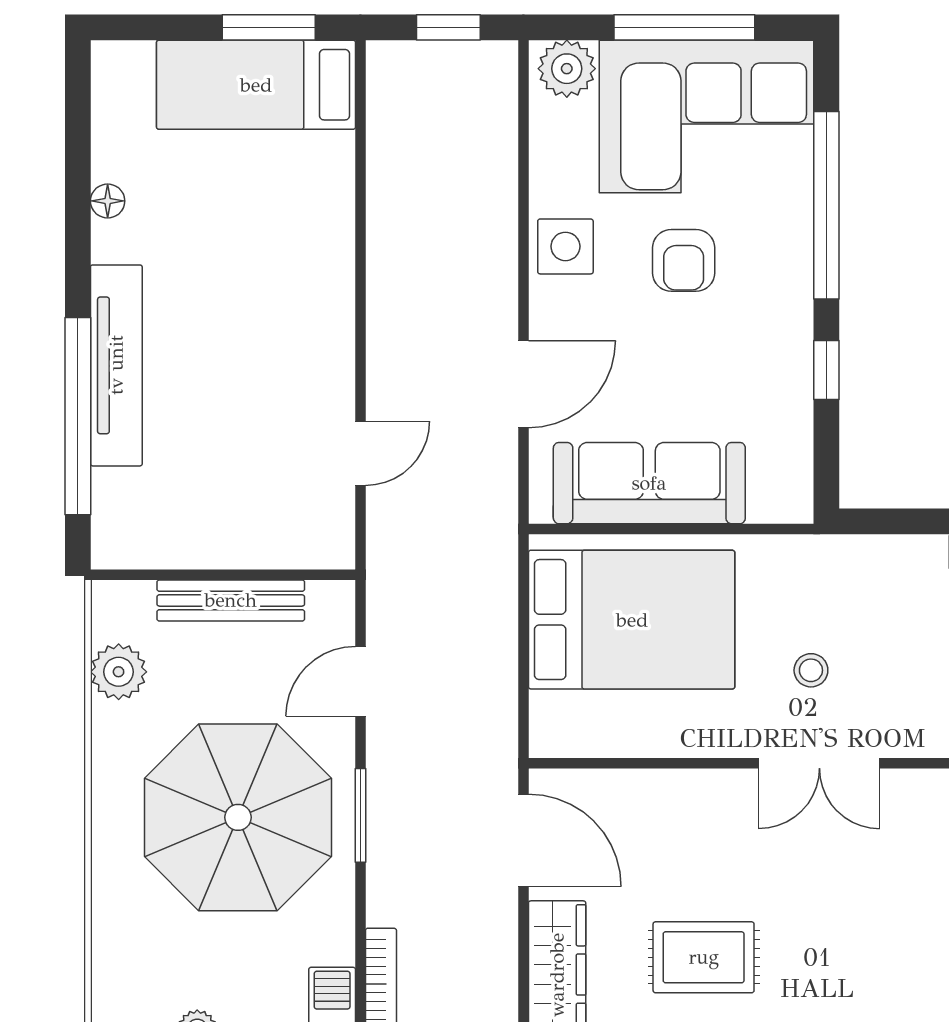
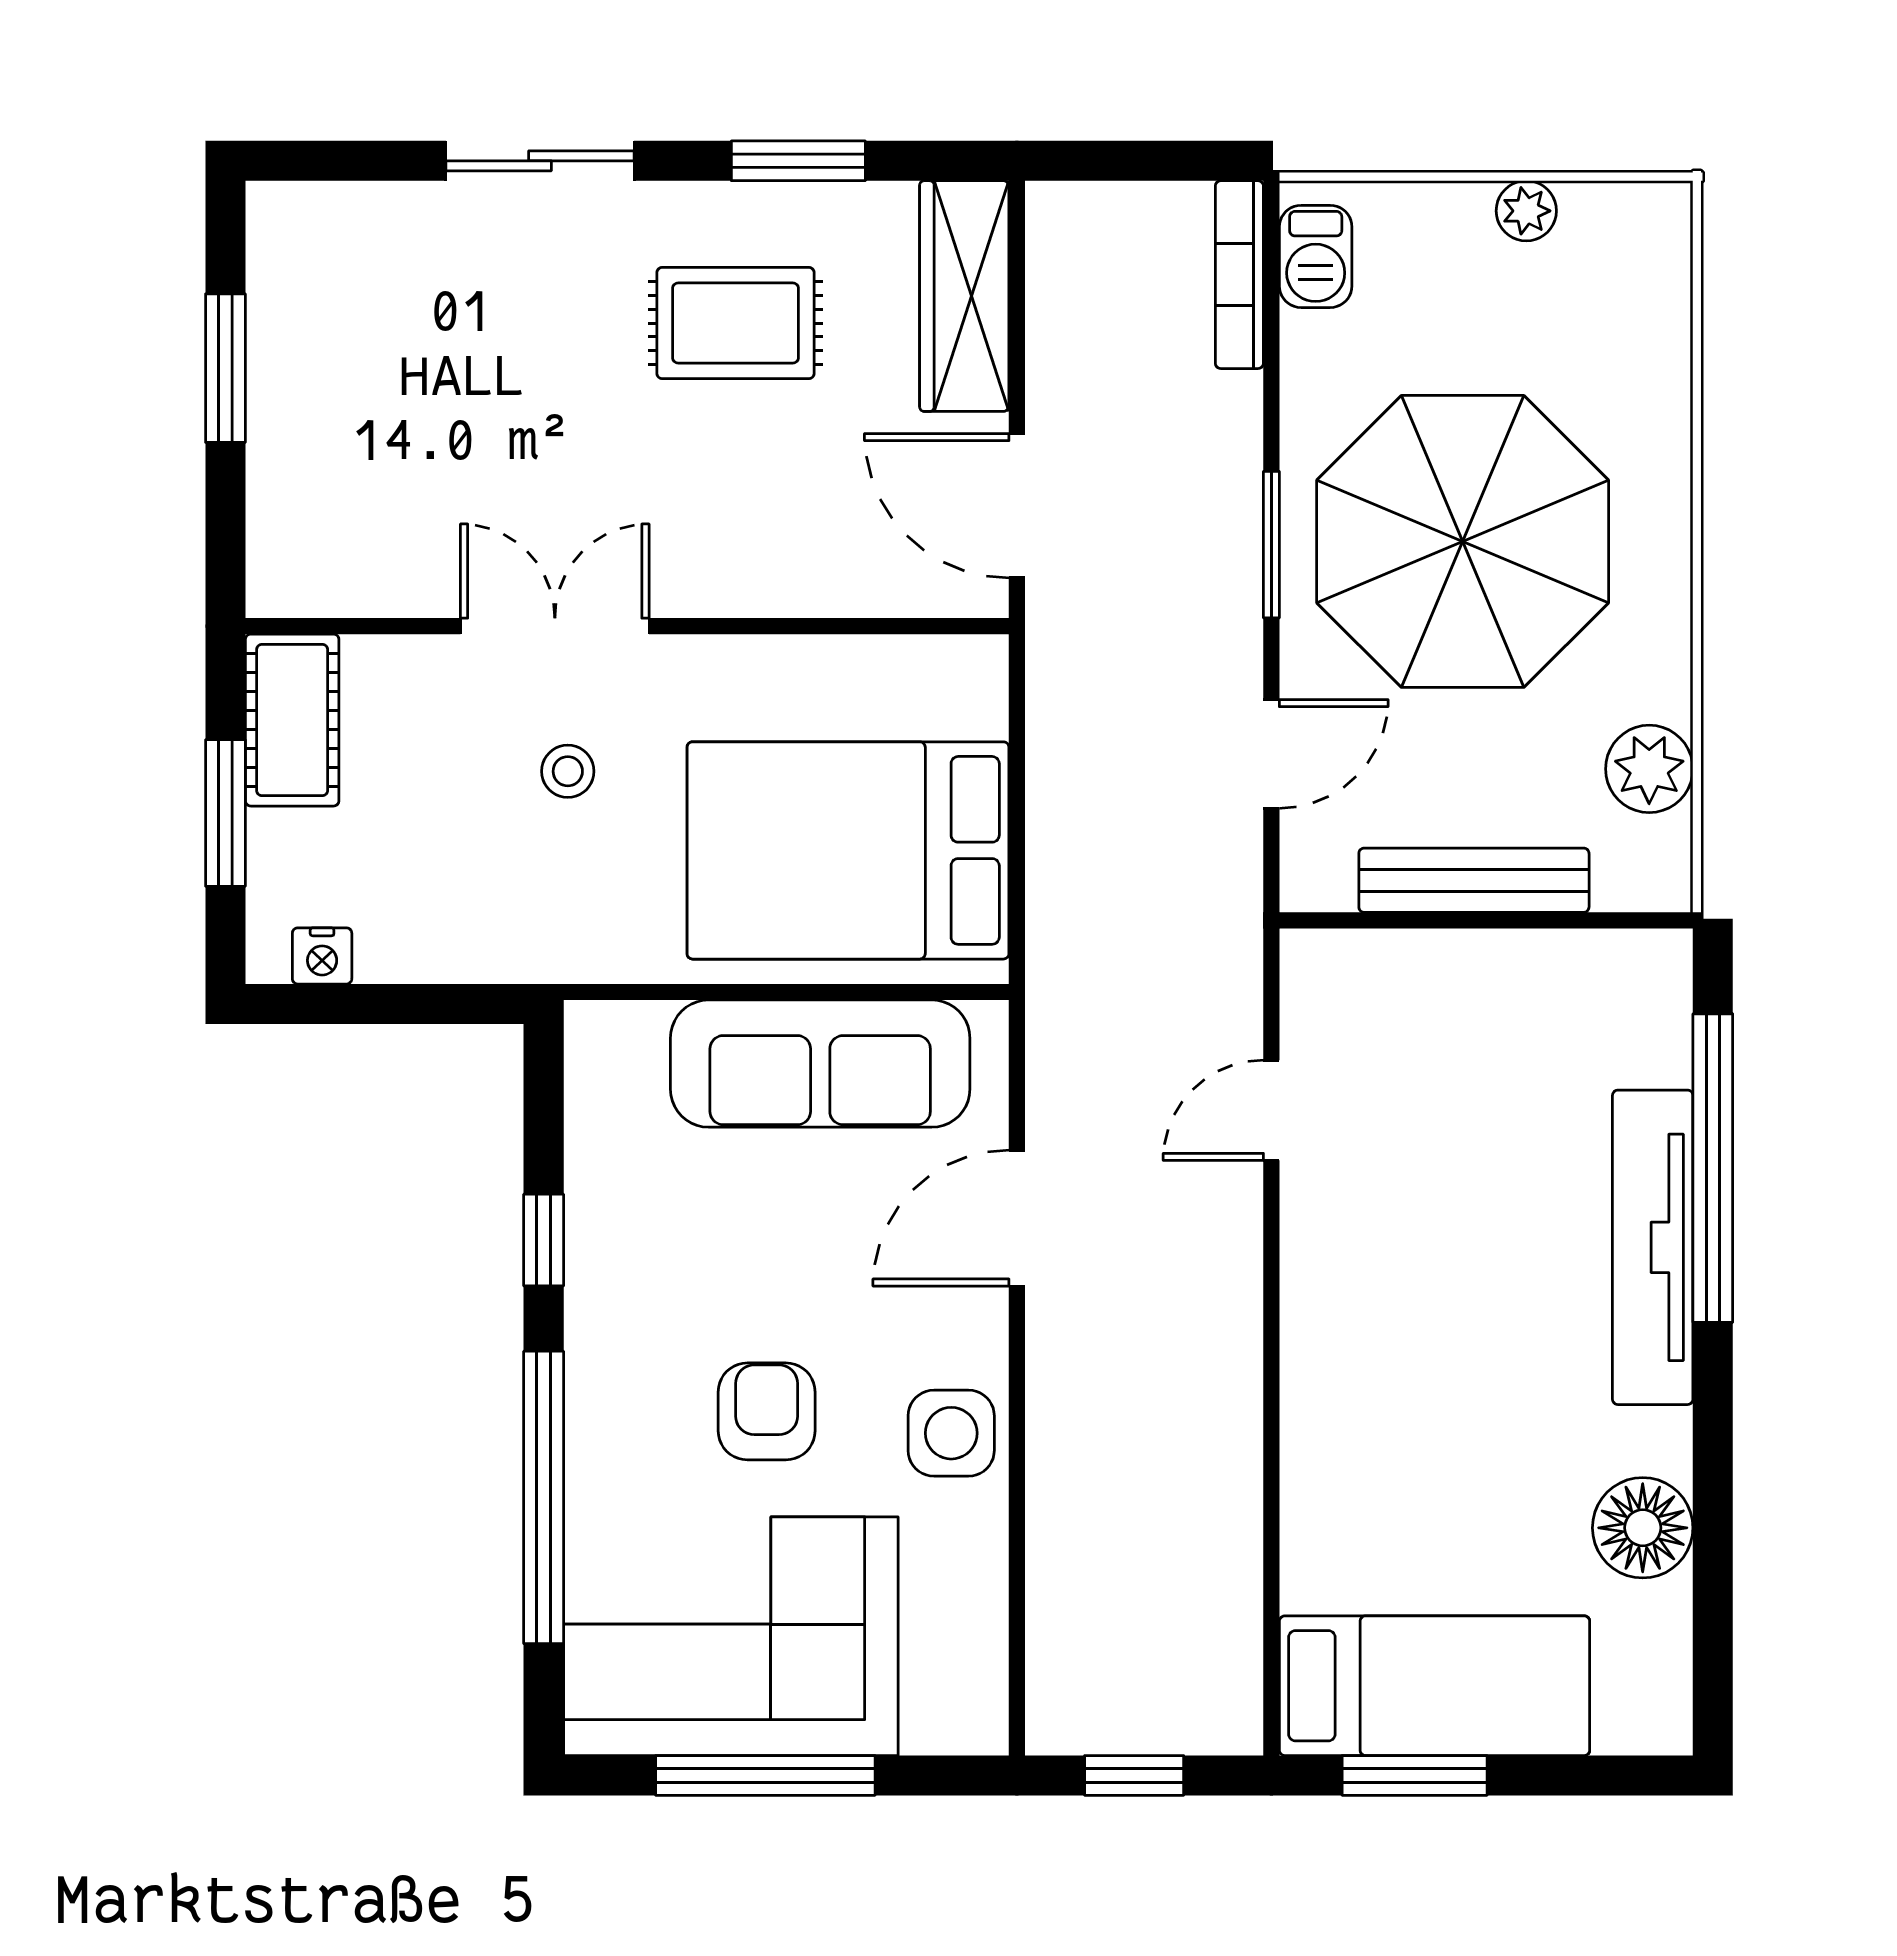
plant: (567, 69) -> (949, 1711), removed
floor lamp: (108, 201) -> (1643, 1528), width x1.89, depth x1.89

